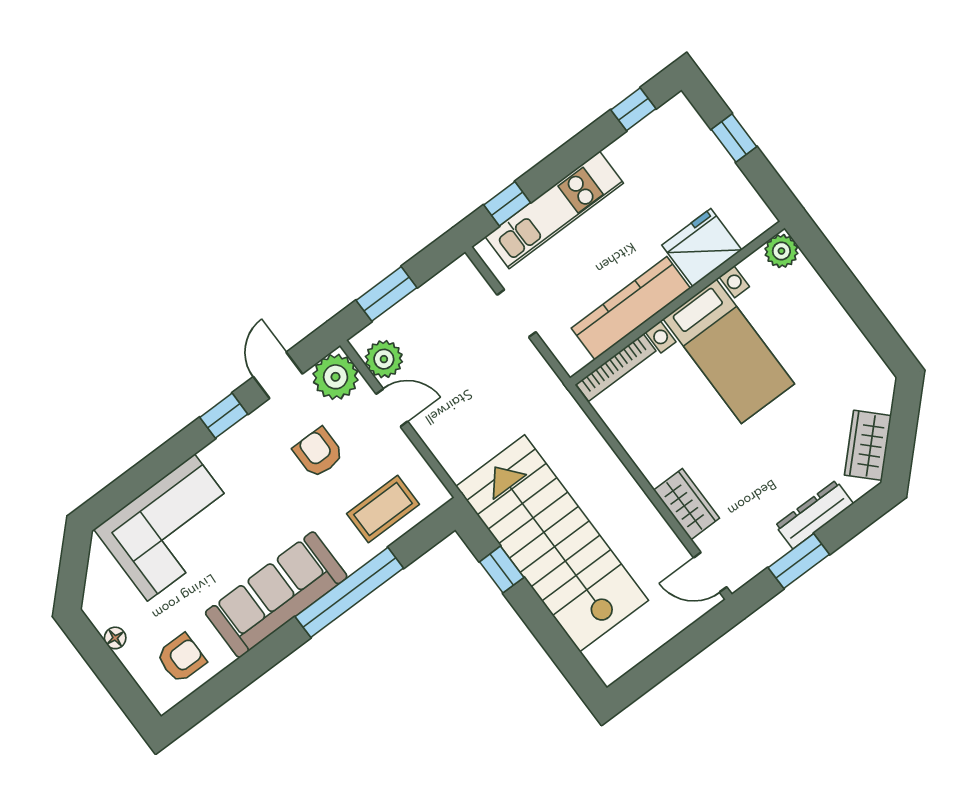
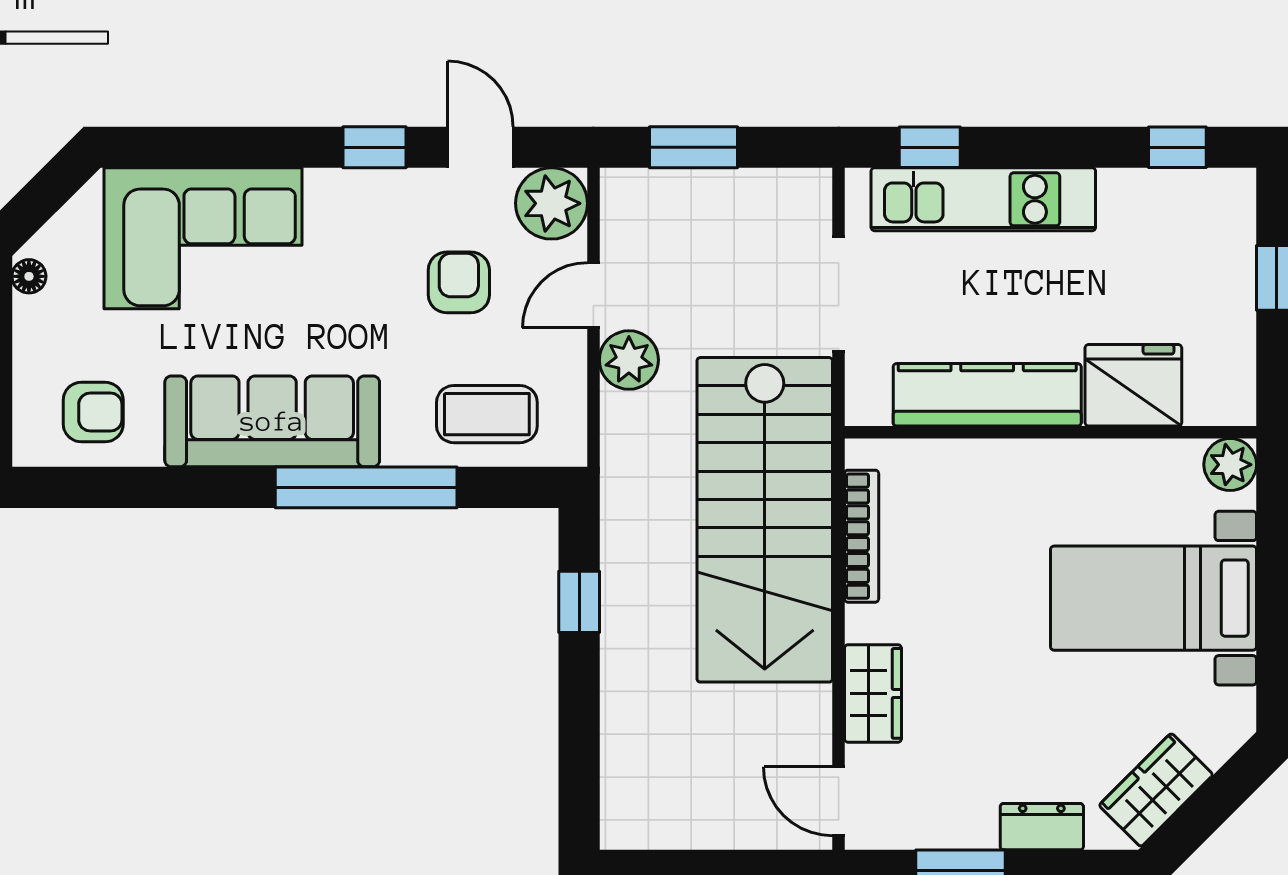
doorway: (517, 313) -> (839, 294), width x1.38
bed with nightstands: (729, 351) -> (1153, 598), moved, turned 90
plant: (384, 359) -> (629, 360), moved
bookcase: (616, 367) -> (862, 536), moved, turned -90
door: (278, 375) -> (480, 147), hinge flipped
door: (392, 408) -> (593, 295), swing flipped
dresser: (814, 515) -> (1042, 827), width x0.70
stairs: (552, 543) -> (765, 520), moved, turned 180
floor lamp: (115, 638) -> (29, 276), moved

